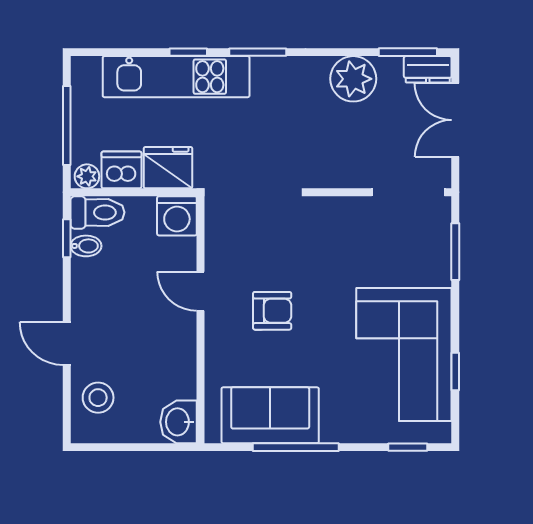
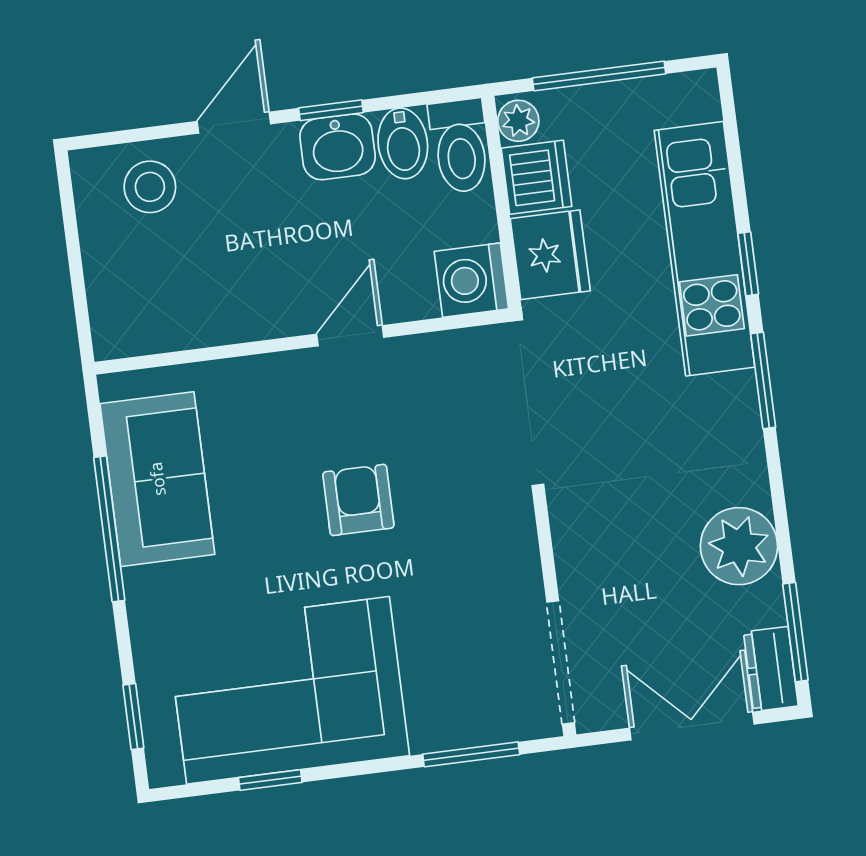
window: (67, 238) -> (331, 110), moved
bidet: (86, 246) -> (403, 143), width x1.38, depth x1.36
armchair: (272, 311) -> (358, 500), moved, turned 180
washbasin: (178, 422) -> (338, 147), moved, turned 180

